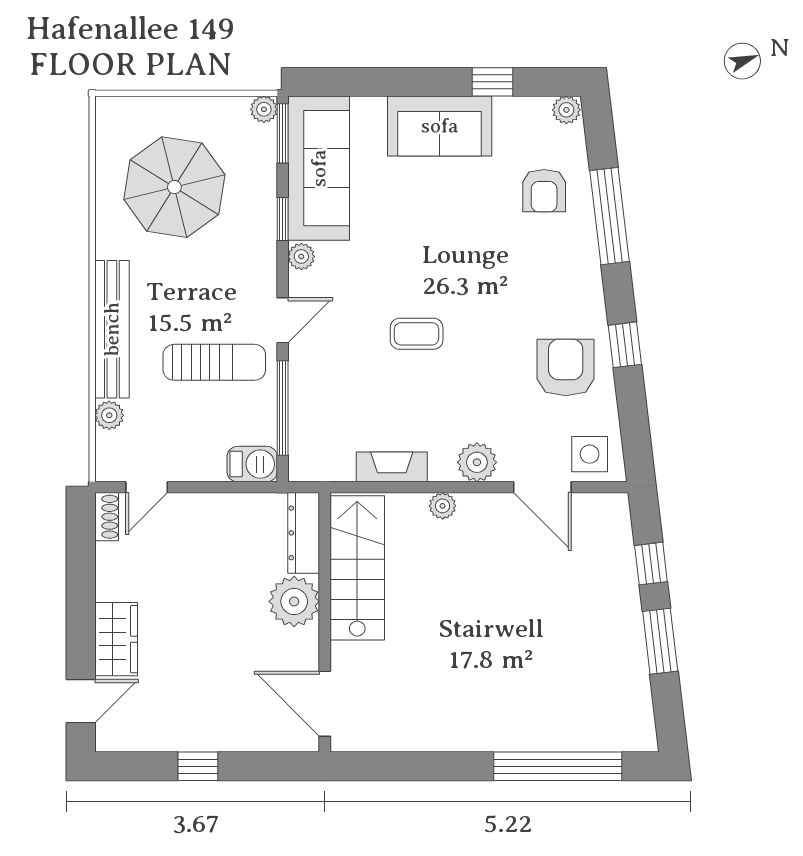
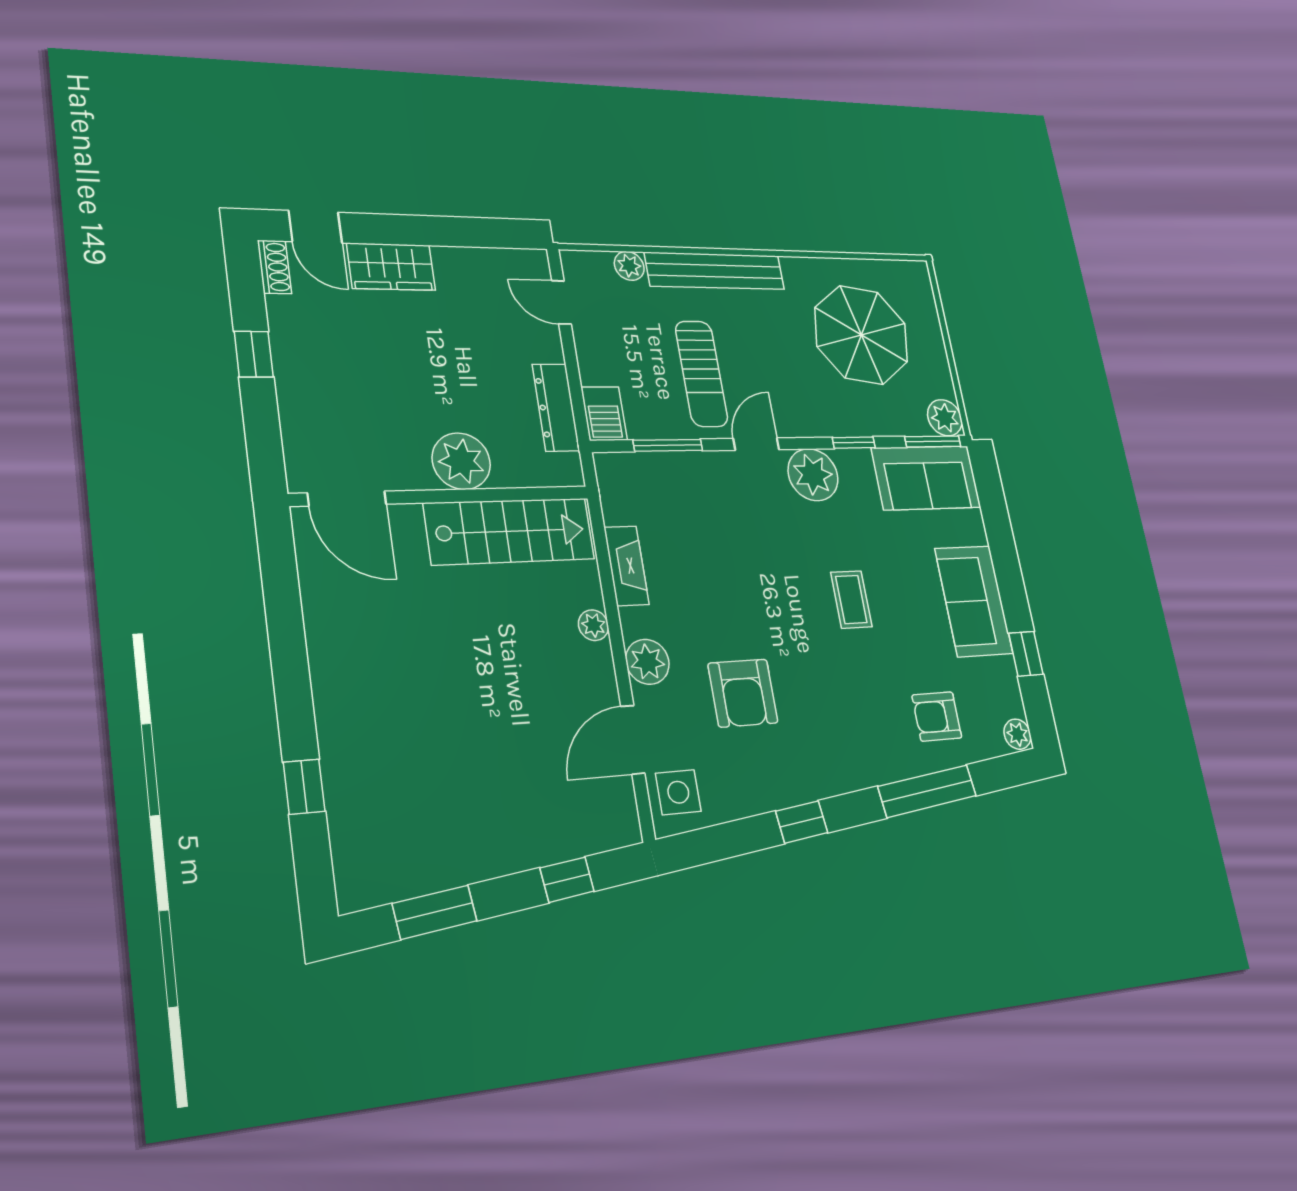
plant: (264, 109) -> (945, 418), width x1.38, depth x1.38
sofa: (319, 168) -> (926, 478), width x0.73
plant: (301, 257) -> (813, 475), width x1.87, depth x1.87
door: (283, 320) -> (756, 444), swing flipped
coffee table: (417, 334) -> (851, 599), moved
armchair: (566, 367) -> (743, 693), moved, turned 90
window: (283, 408) -> (668, 445), width x0.69
shoe rack: (107, 517) -> (274, 267), moved, turned -90
dresser: (304, 533) -> (556, 407), moved, turned -90
window: (660, 641) -> (435, 912), moved
door: (325, 704) -> (347, 499), swing flipped
window: (558, 766) -> (304, 787), width x0.32

